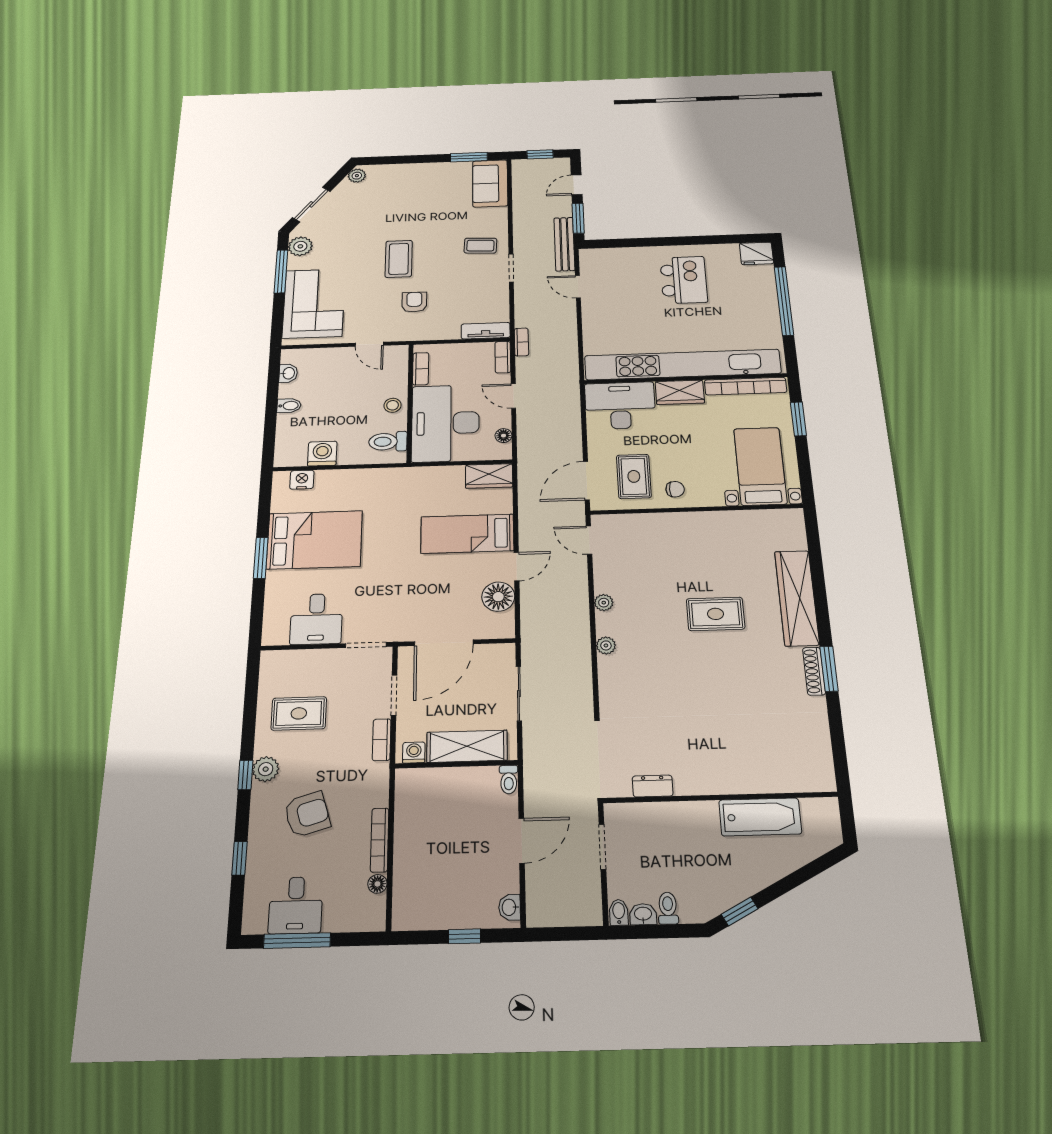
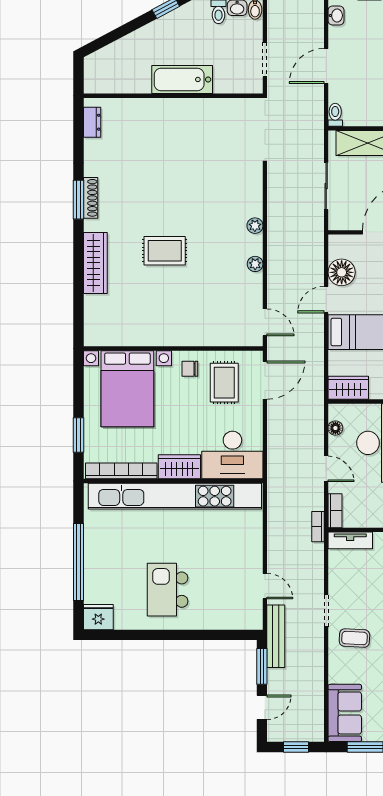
bed with nightstands: (760, 466) -> (127, 389), width x1.36
wardrobe: (797, 598) -> (95, 263), width x0.71, depth x0.85
dresser: (653, 786) -> (92, 122), moved, turned -90
bathtub: (760, 817) -> (182, 79), moved

